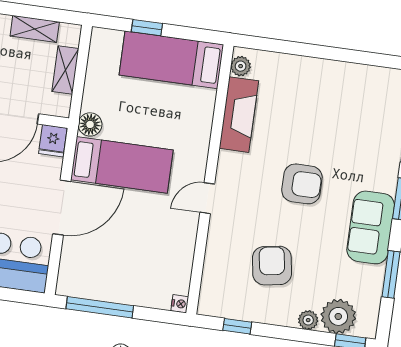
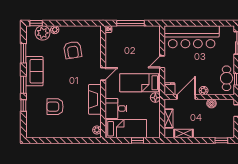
desk: (188, 111) -> (116, 108), added
fireplace: (239, 115) -> (95, 99), moved
armchair: (302, 184) -> (55, 107), moved
door: (62, 208) -> (162, 62), width x0.53
window: (100, 307) -> (131, 23), moved
window: (237, 326) -> (83, 23), removed

